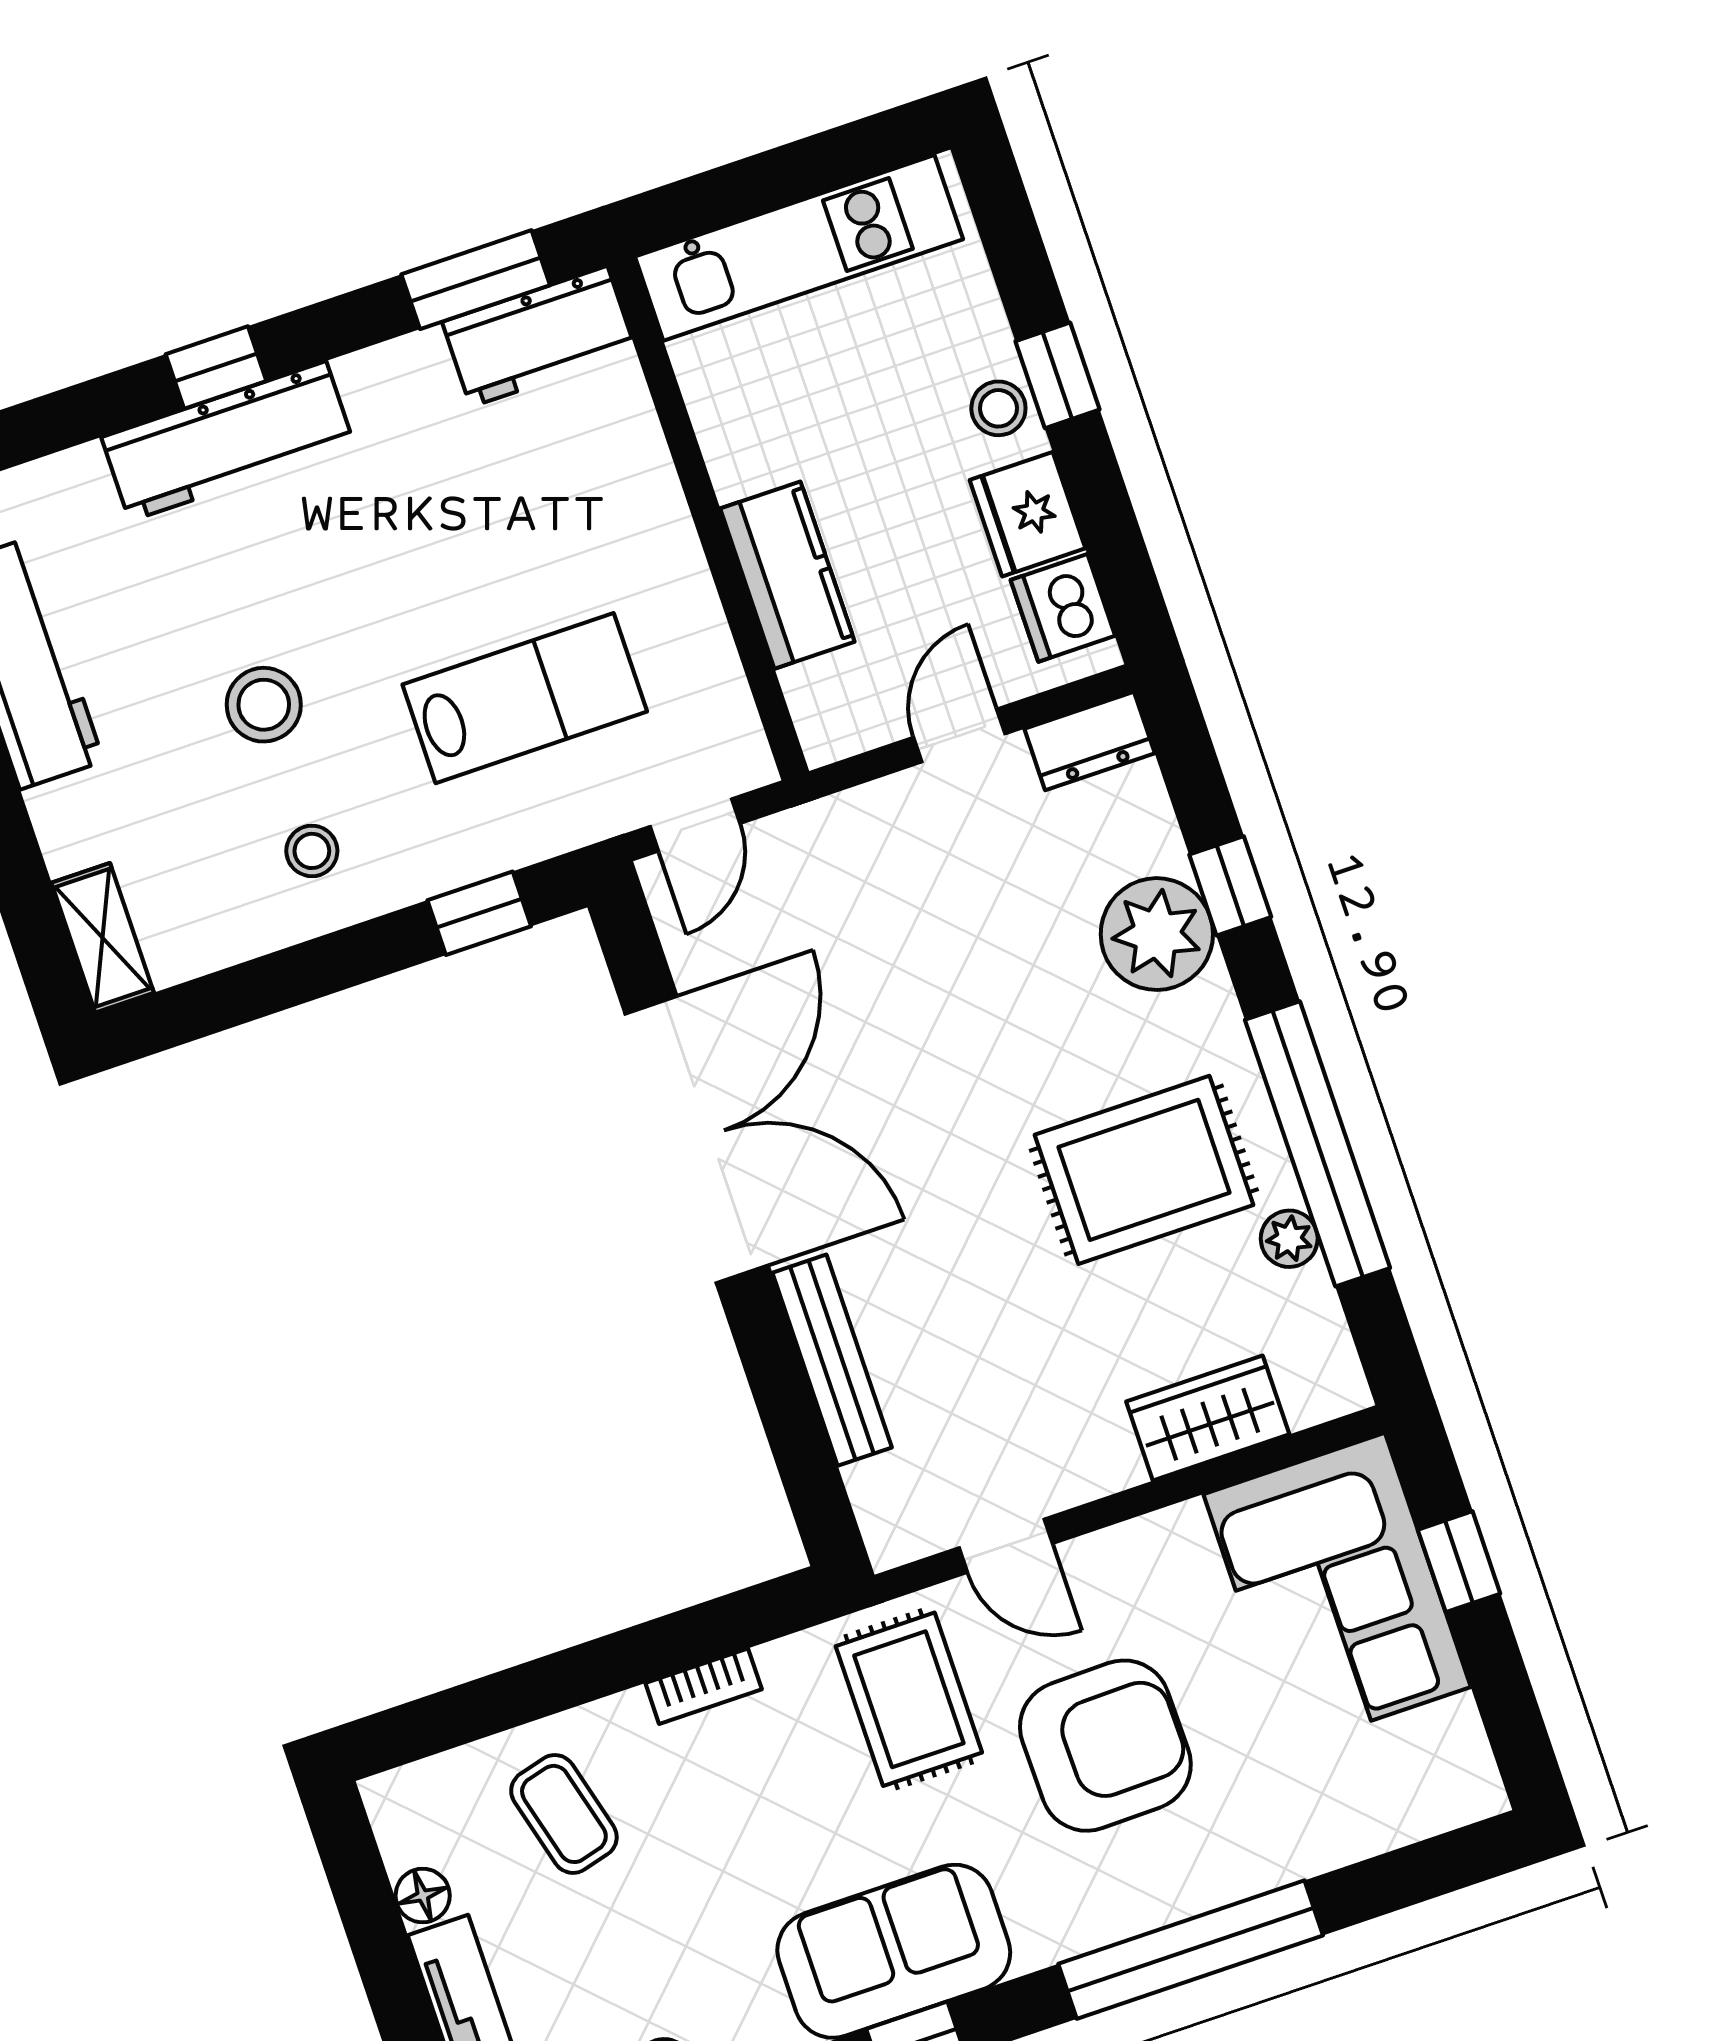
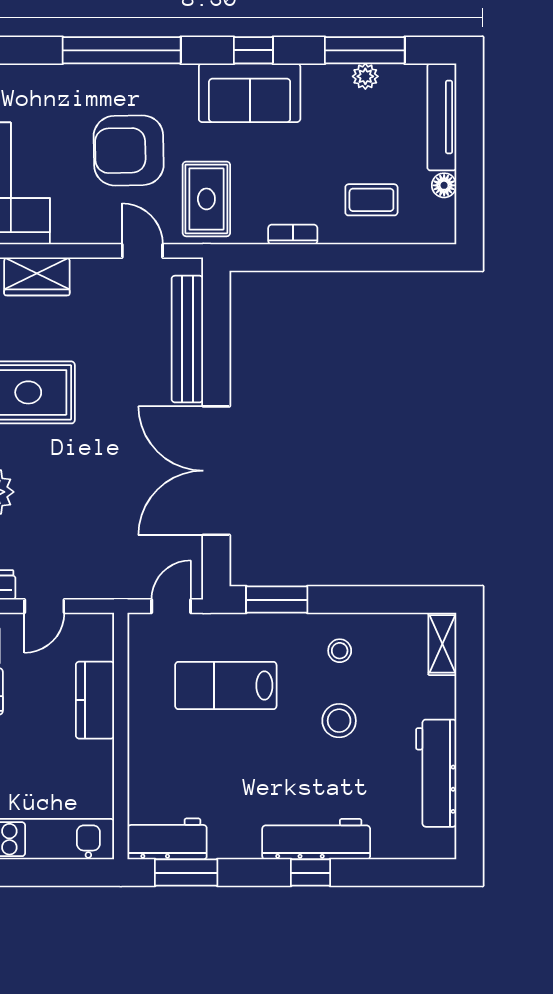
window: (479, 913) -> (277, 600), width x1.50
bench: (832, 1360) -> (187, 339), width x1.37, depth x1.21
coffee table: (564, 1814) -> (371, 200), turned -75

